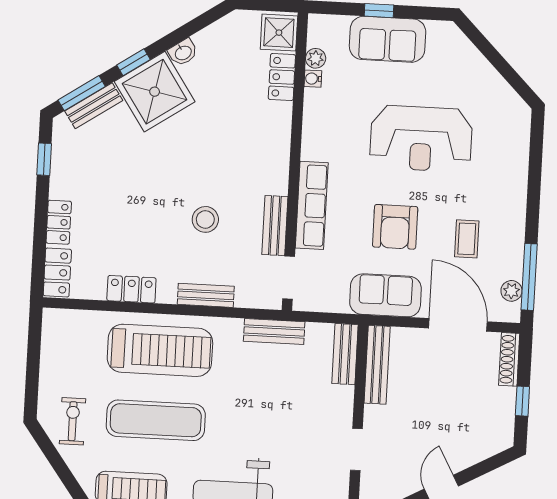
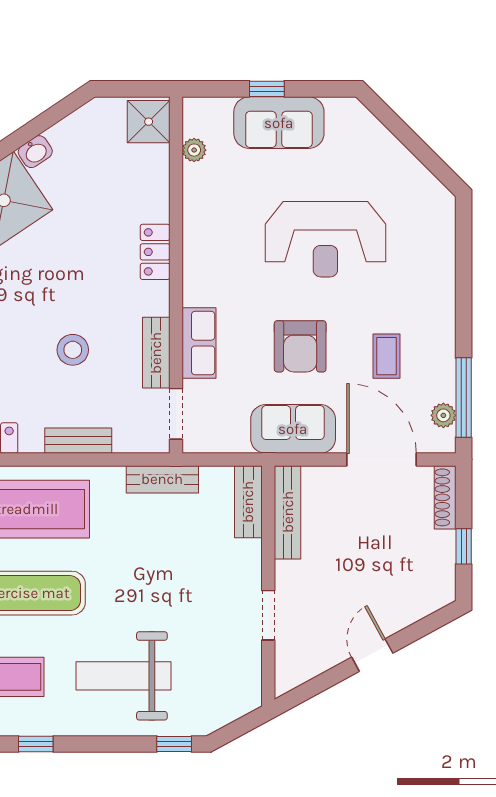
locker: (282, 77) -> (155, 252), moved
water cooler: (313, 79) -> (192, 175), removed
row of seats: (312, 205) -> (199, 343), width x0.68

